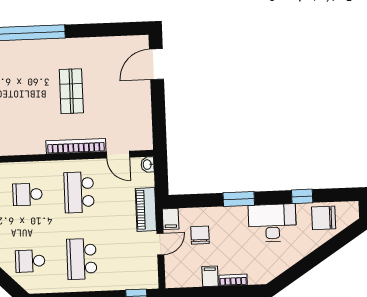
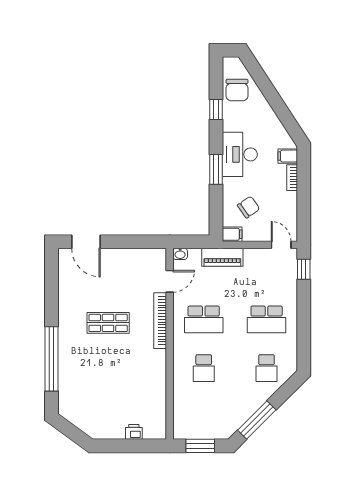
desk: (272, 223) -> (240, 154), moved
chair: (200, 235) -> (249, 207), turned 145
door: (160, 244) -> (281, 245), moved
filing cabinet: (210, 276) -> (288, 156), moved

